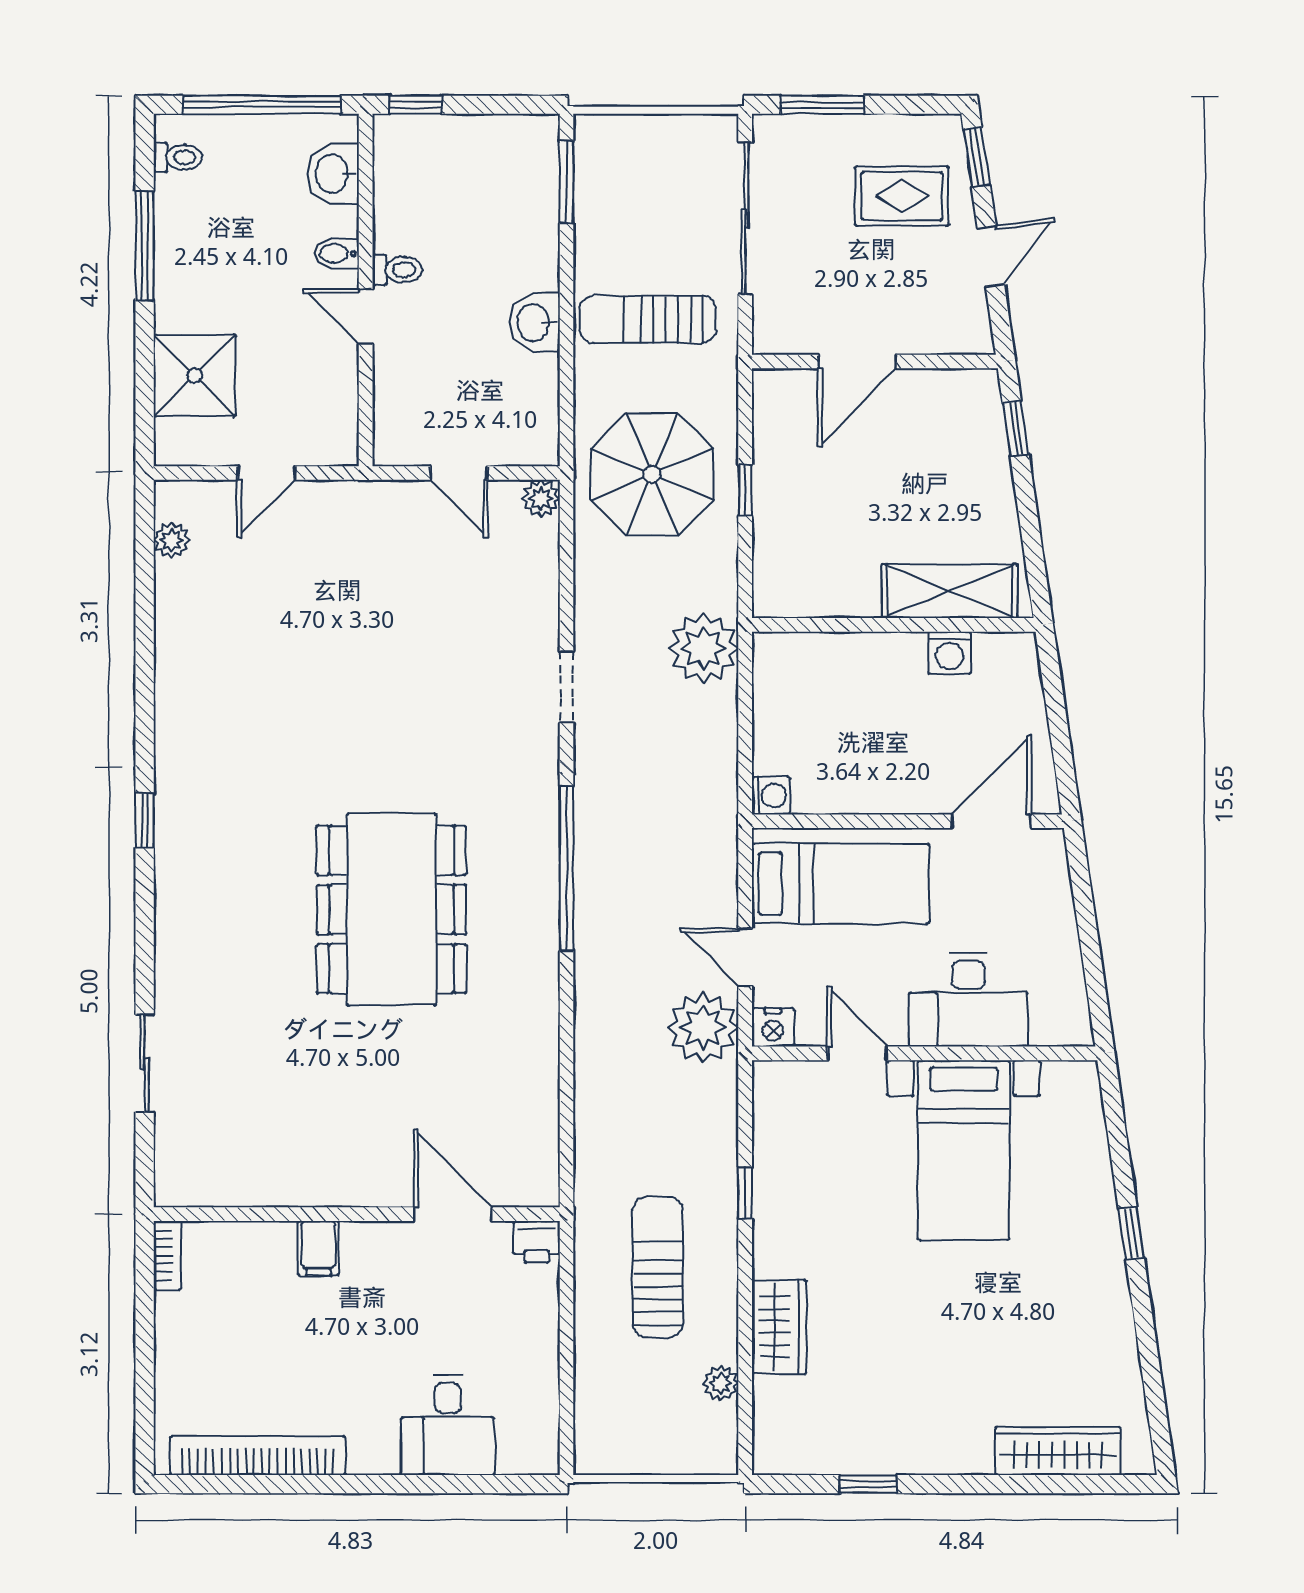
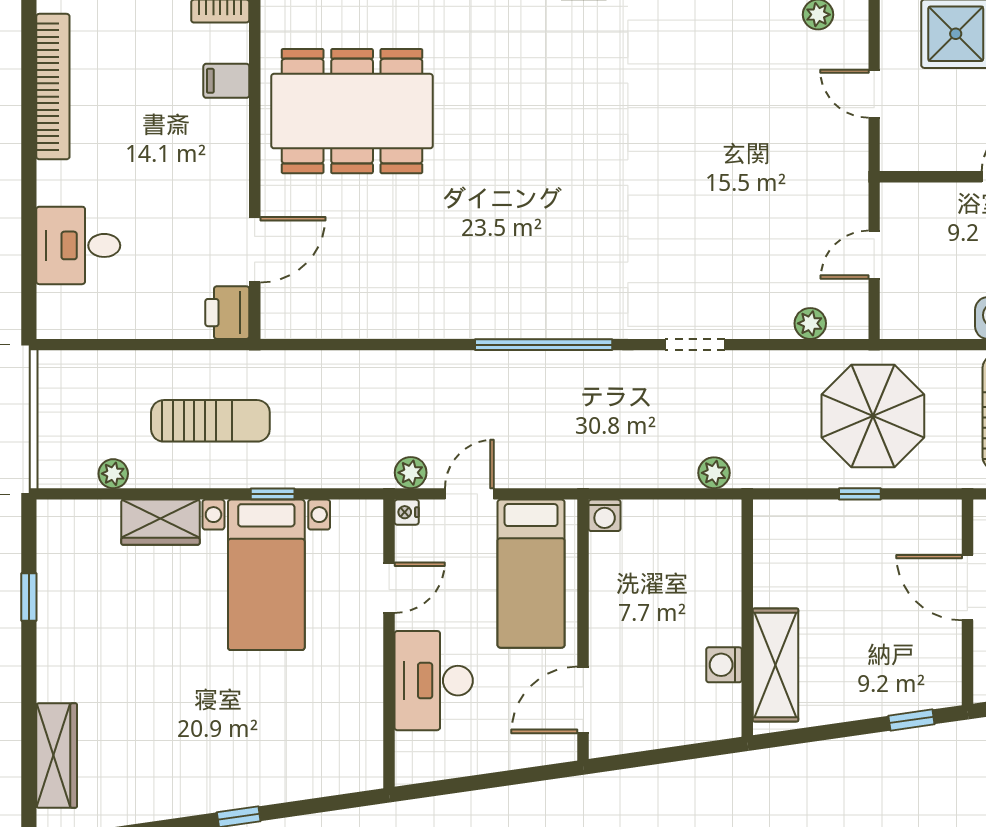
plant: (541, 498) -> (810, 323), moved
plant: (704, 648) -> (714, 473), width x0.53, depth x0.53
door: (991, 821) -> (583, 700), swing flipped
dining table: (392, 910) -> (352, 111), moved
plant: (703, 1027) -> (411, 473), width x0.53, depth x0.53
nightstand: (773, 1027) -> (407, 512), width x0.72, depth x0.74
bed with nightstands: (964, 1150) -> (266, 575), moved, turned -90
printer: (537, 1242) -> (227, 313), width x1.36, depth x1.24
filing cabinet: (318, 1248) -> (226, 81), moved

